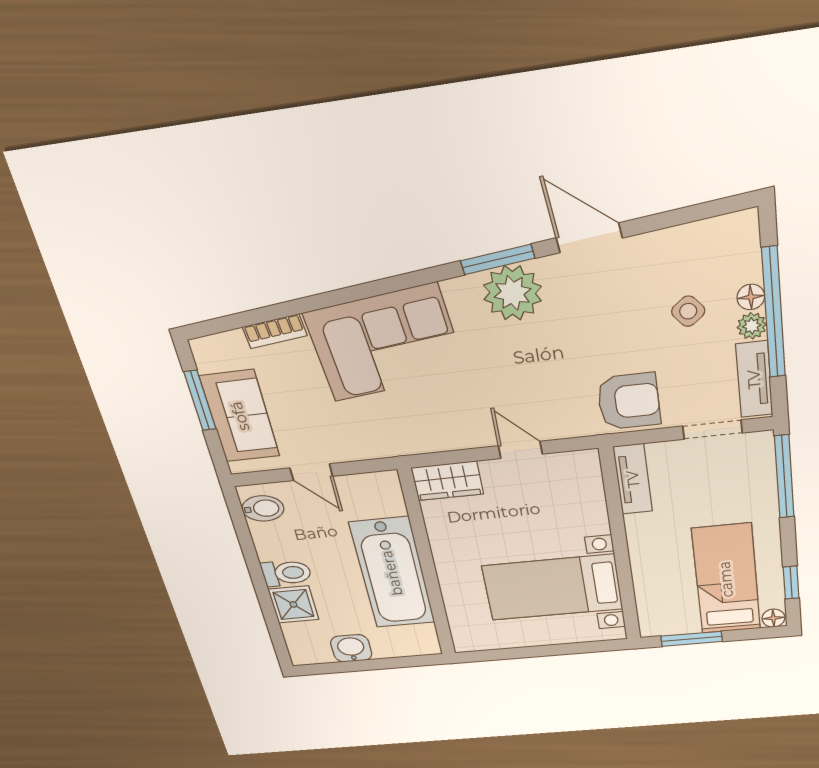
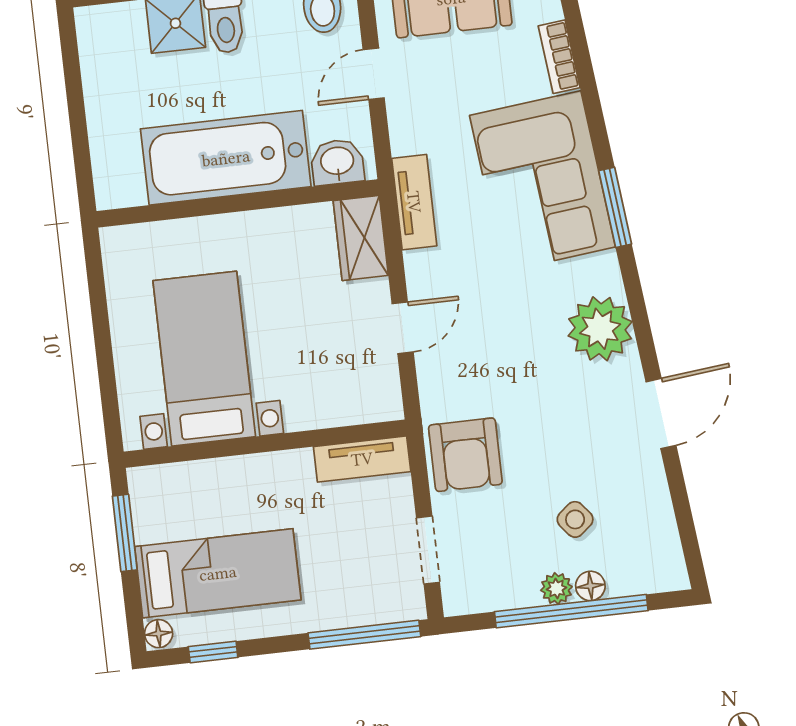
window: (498, 259) -> (615, 207), moved
tv unit: (754, 379) -> (414, 202), moved, turned 90
washbasin: (351, 648) -> (337, 162), moved, turned -90

